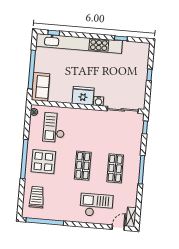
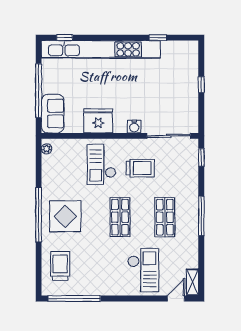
fridge: (83, 96) -> (98, 121), moved
checkout: (54, 128) -> (101, 164), moved
trolley: (100, 131) -> (140, 168), added
checkout: (96, 205) -> (143, 270), turned 90

